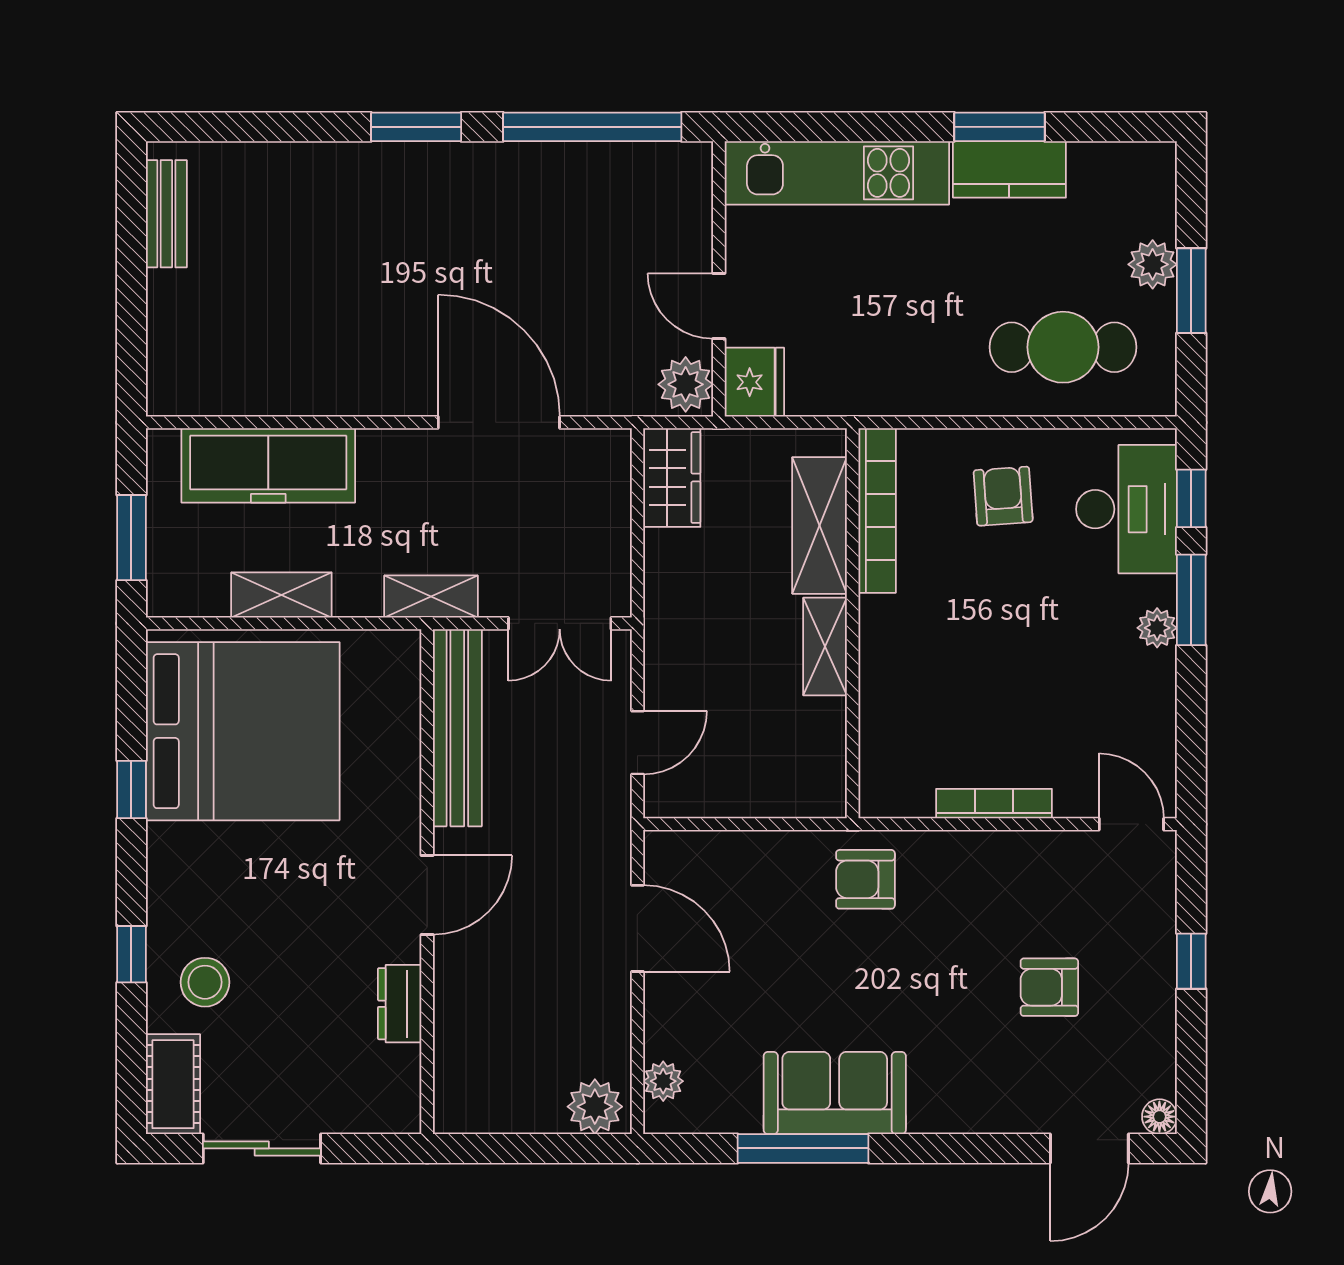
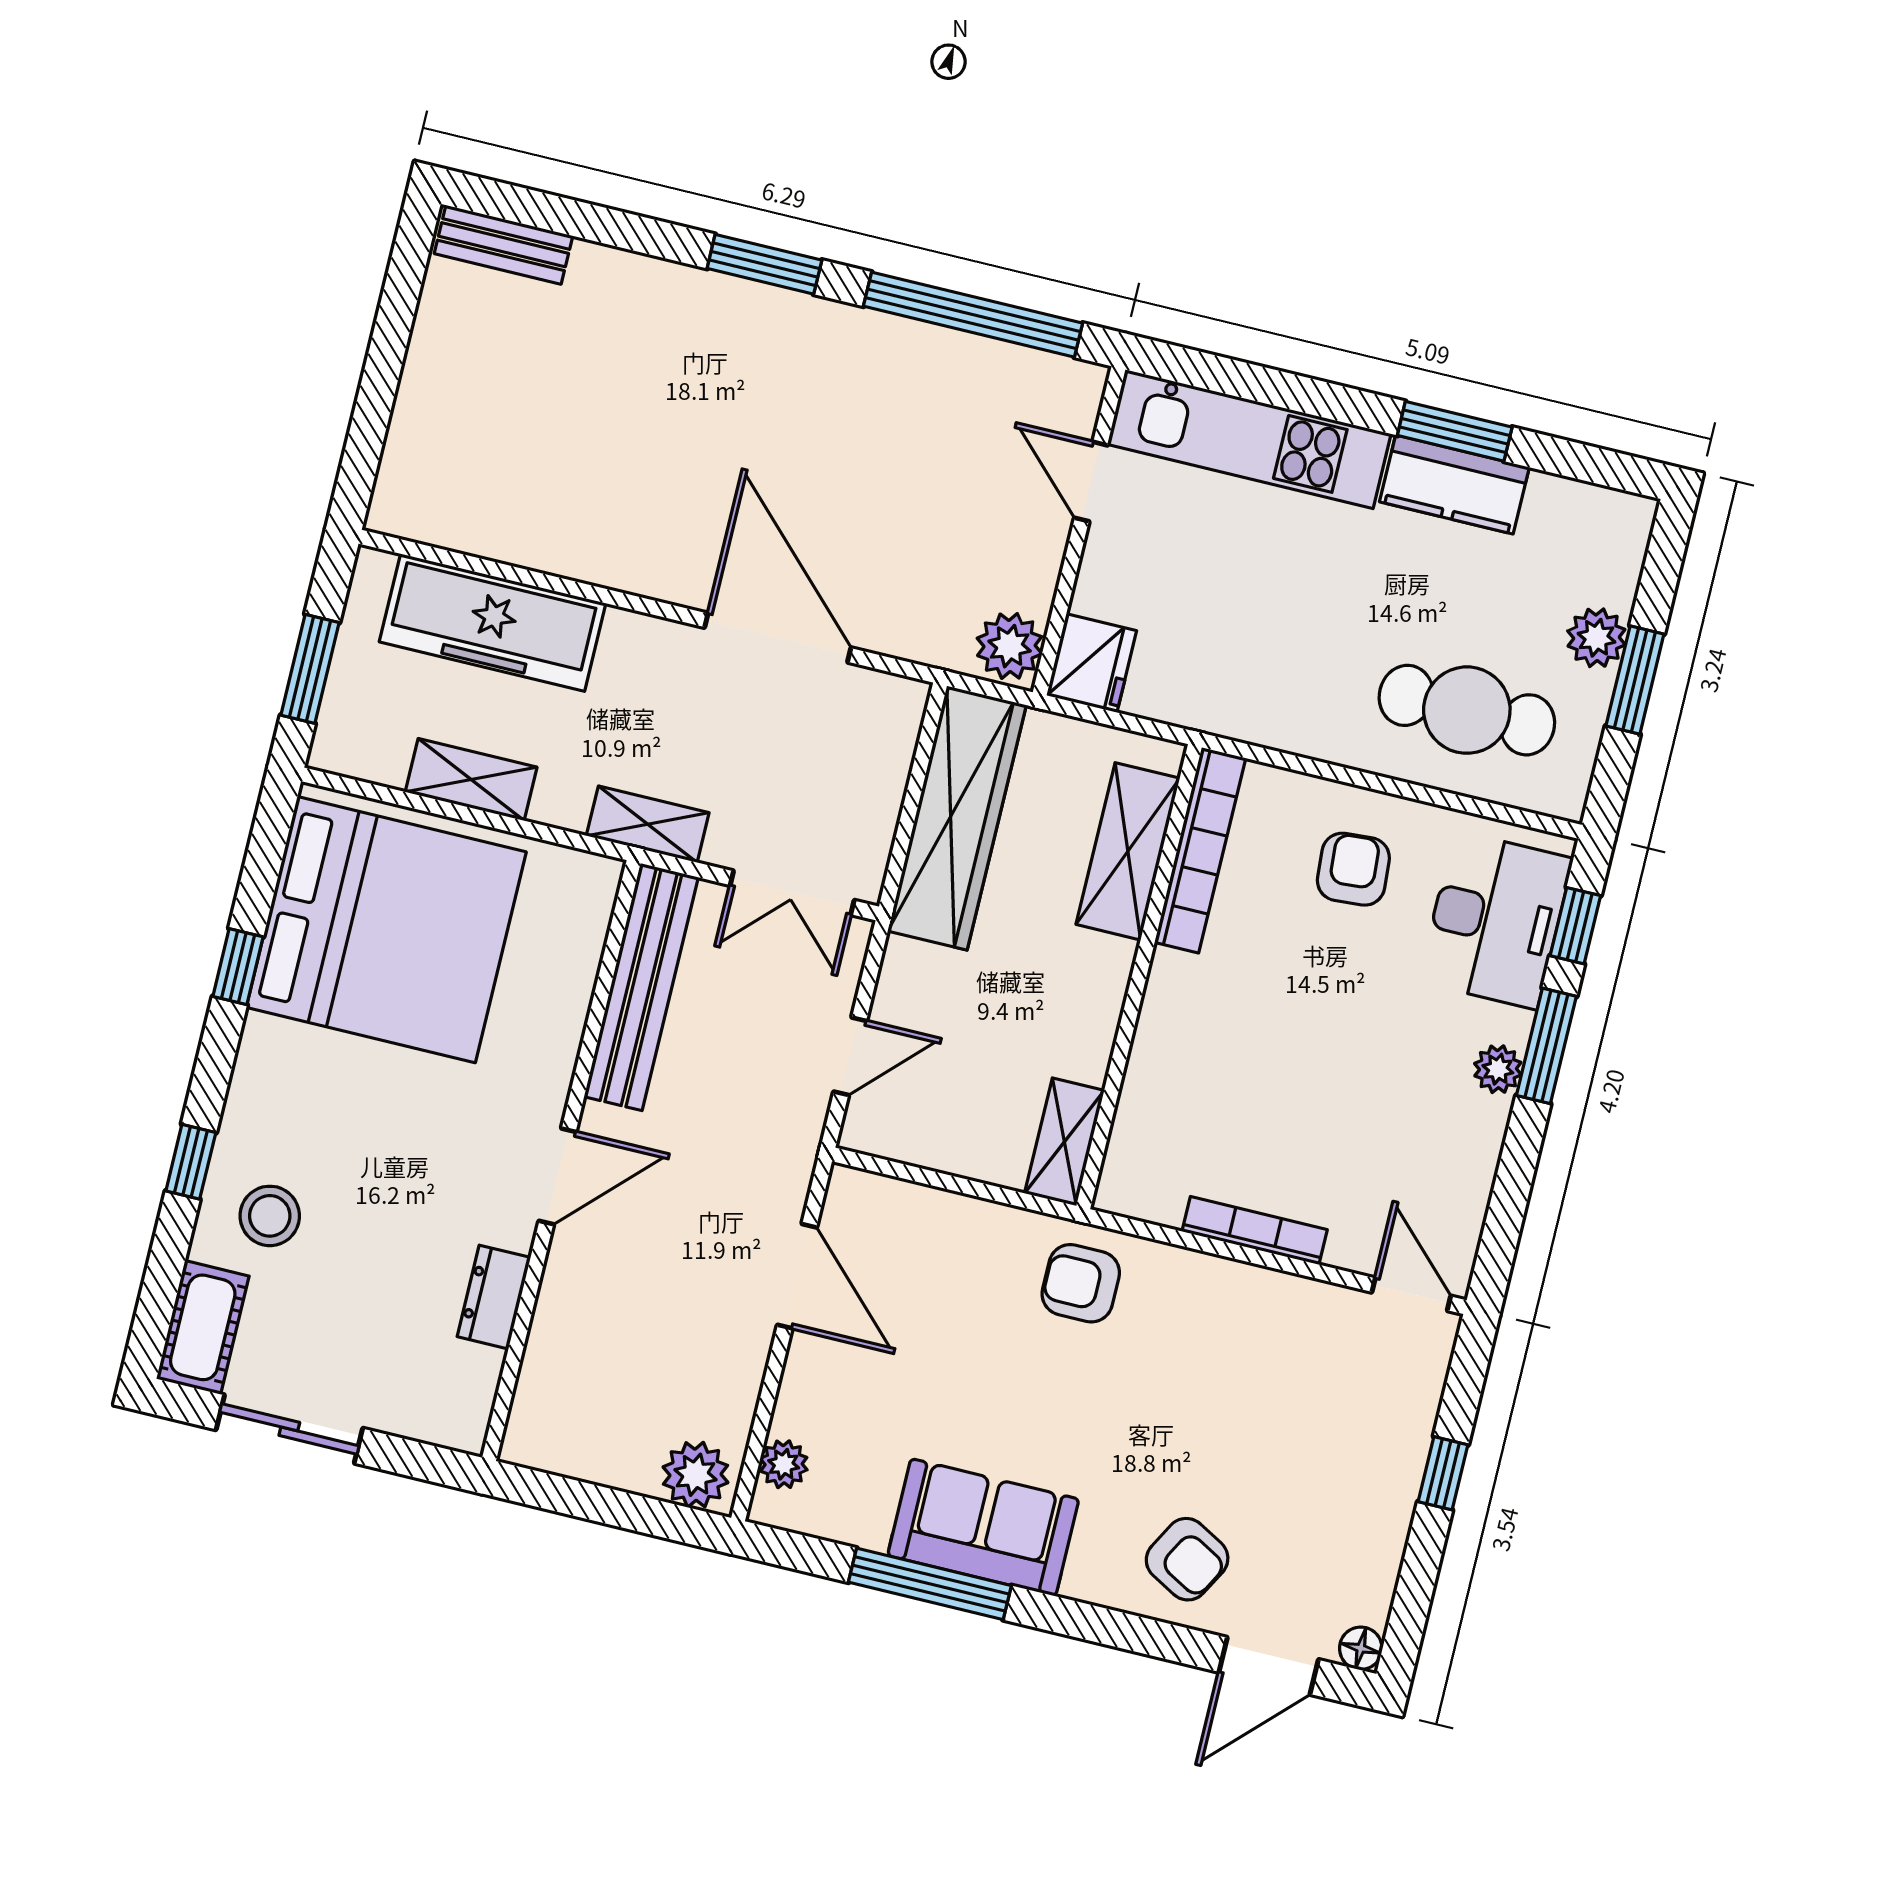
bench: (166, 214) -> (504, 245), moved, turned 90
door: (719, 306) -> (1091, 482), moved
wardrobe: (672, 478) -> (957, 818), width x2.10, depth x1.17
shelving: (825, 646) -> (1064, 1142), moved
armchair: (1049, 987) -> (1187, 1559), moved, turned -151

